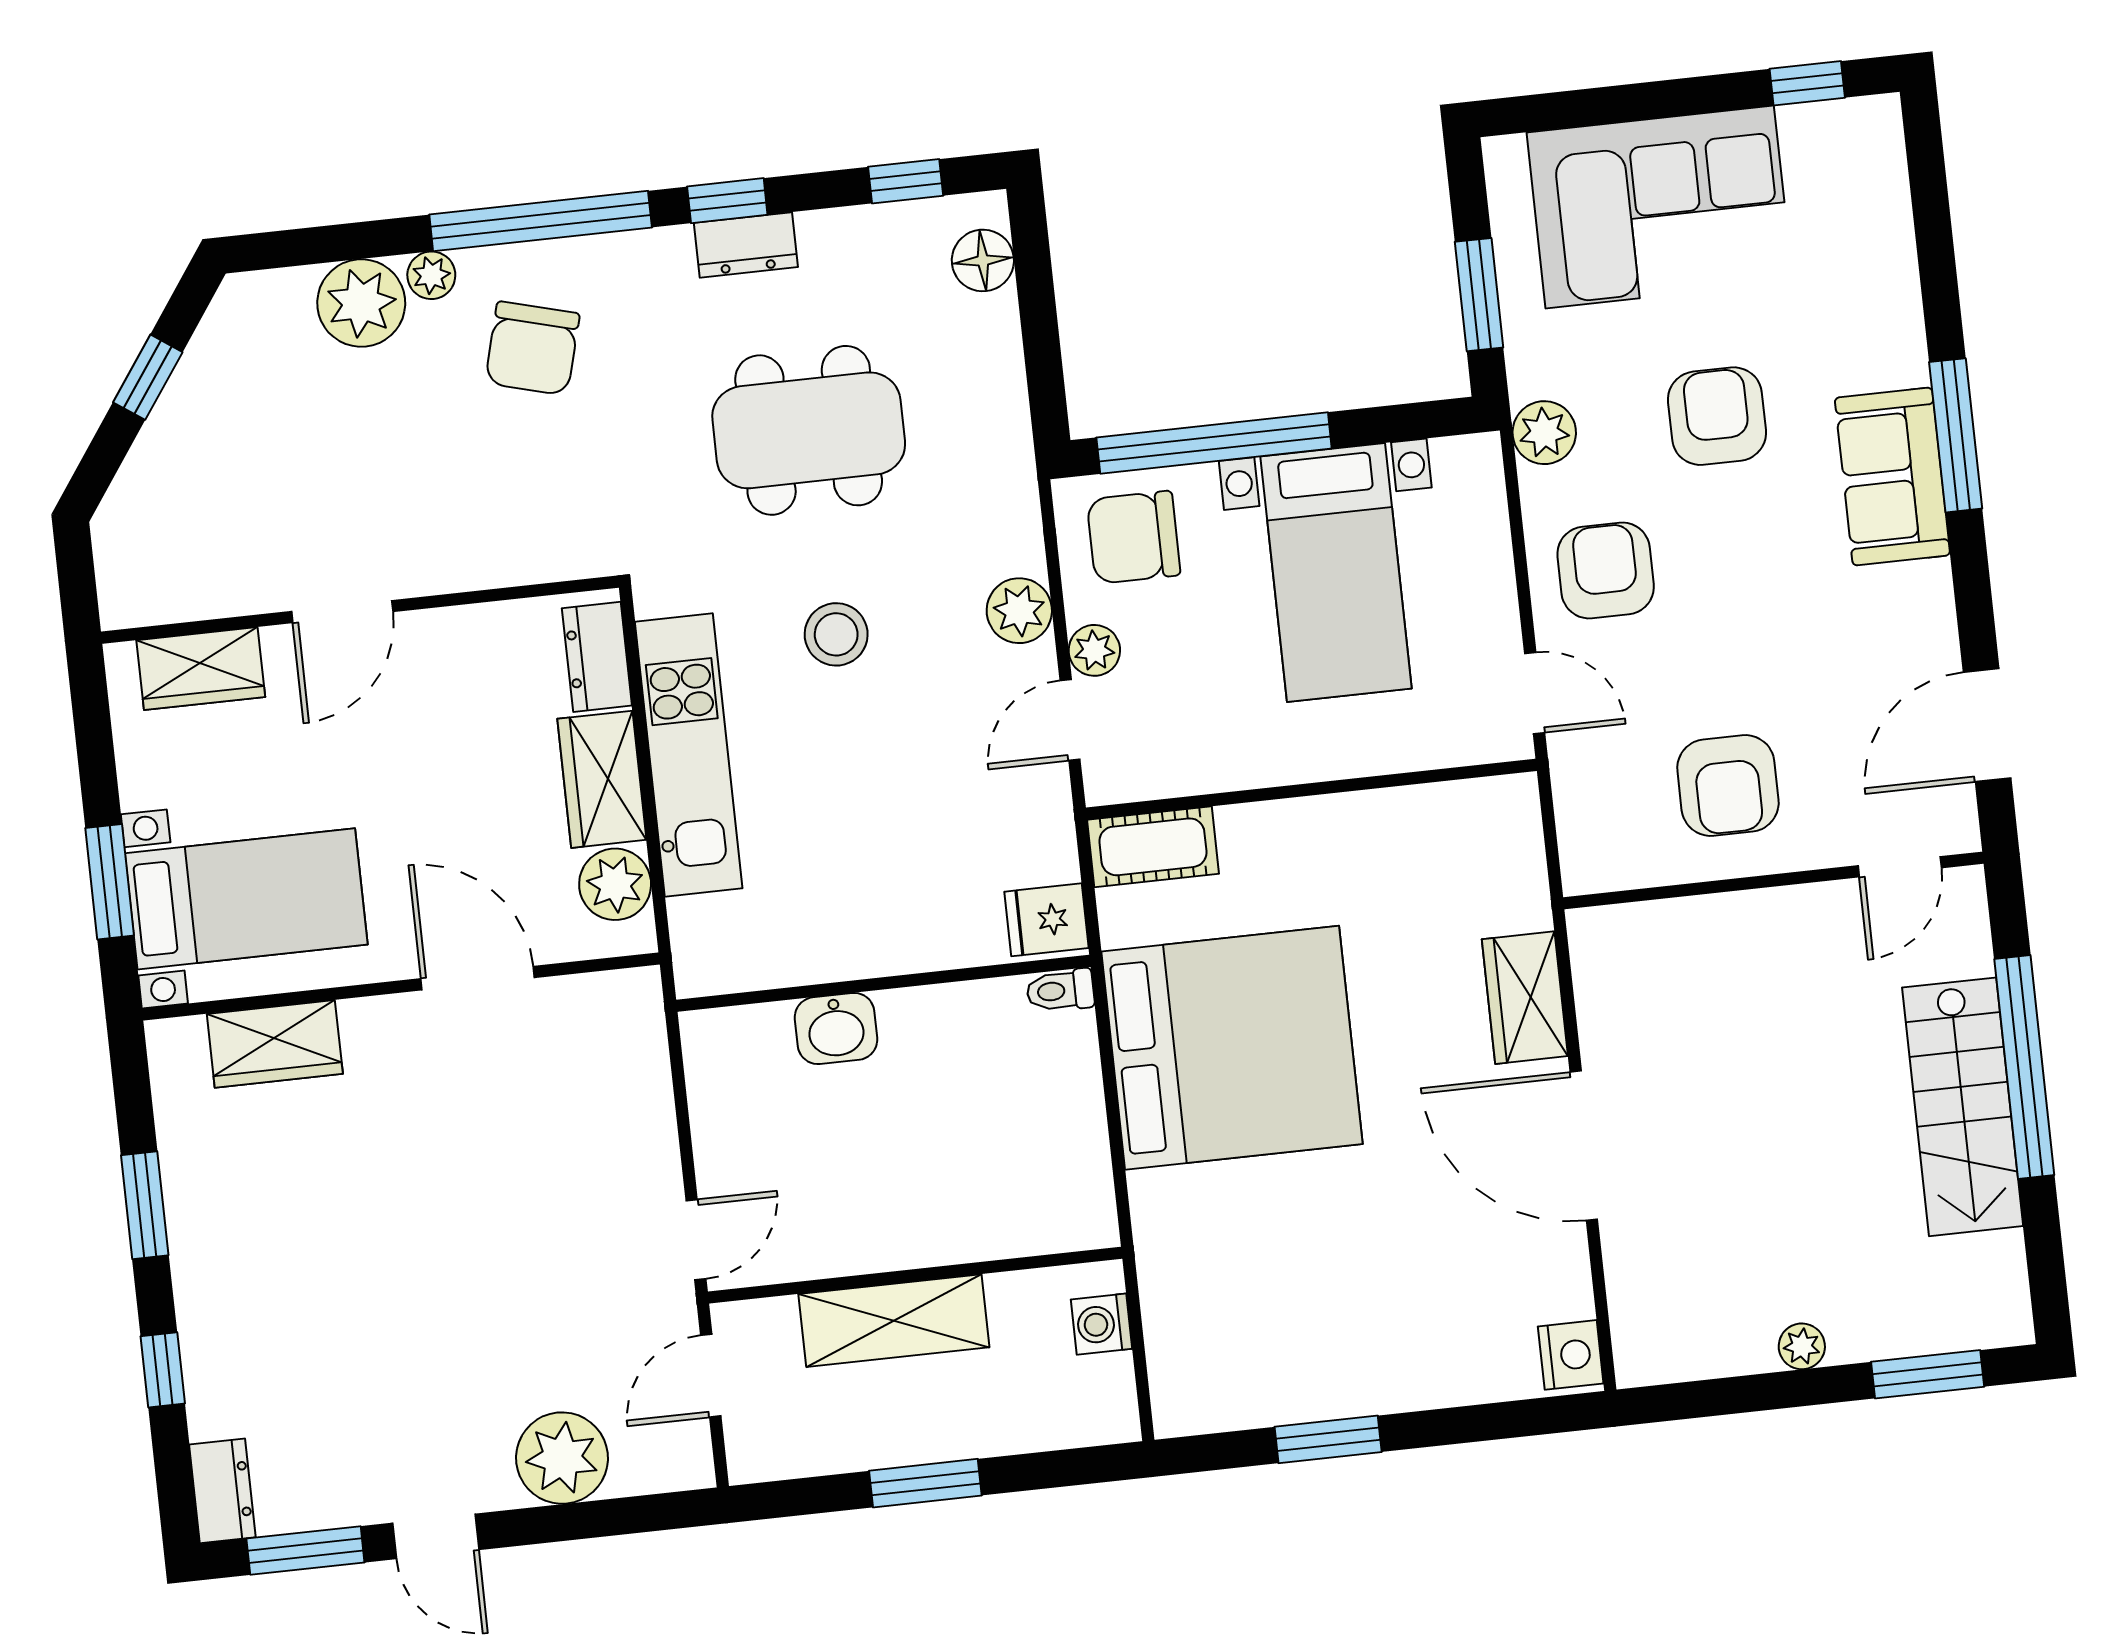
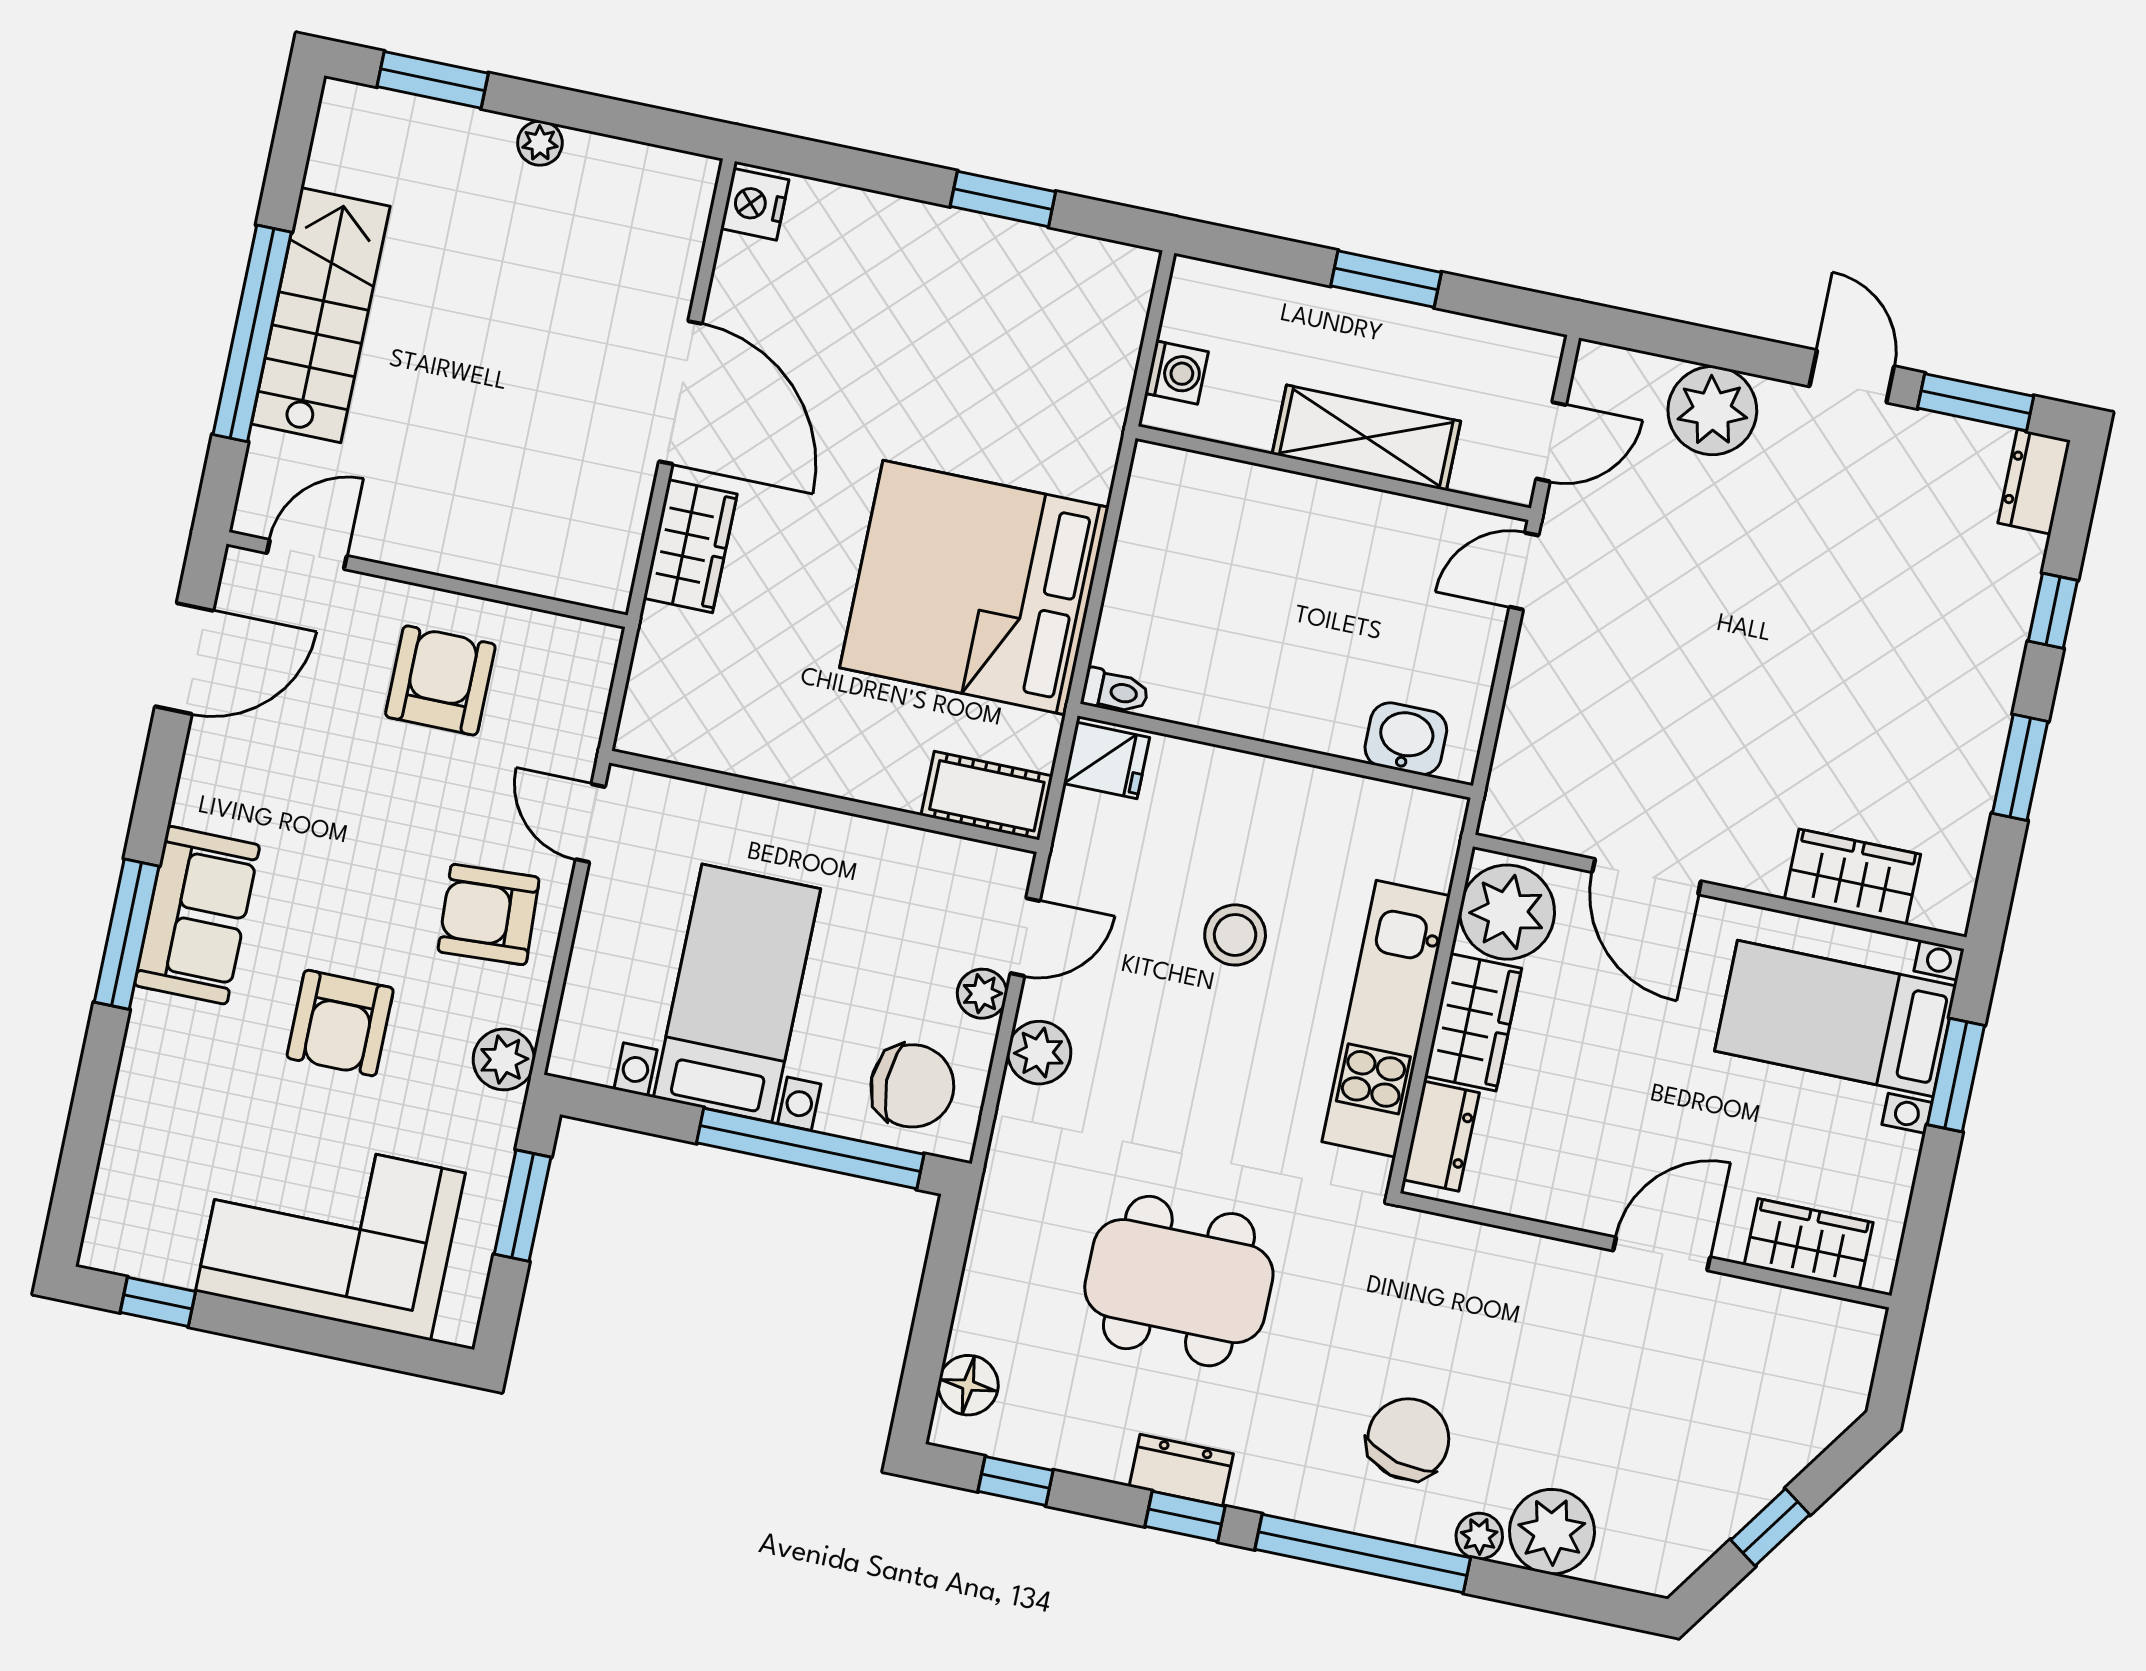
armchair: (1606, 570) -> (489, 914), turned 87
stool: (836, 634) -> (1235, 935), moved
plant: (615, 884) -> (1507, 912), width x1.36, depth x1.36
washbasin: (836, 1028) -> (1406, 739), moved

